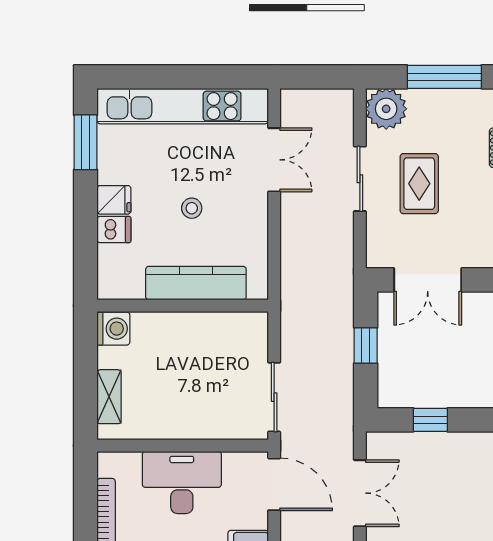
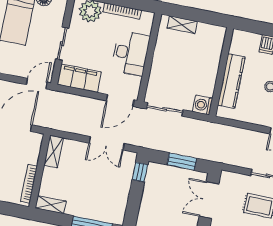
washing machine: (113, 329) -> (203, 105), moved, turned 90
window: (366, 346) -> (182, 162), width x1.50
window: (430, 420) -> (140, 172), moved

